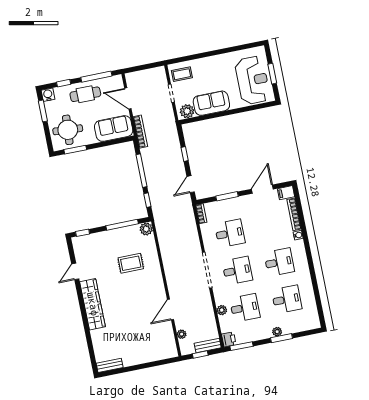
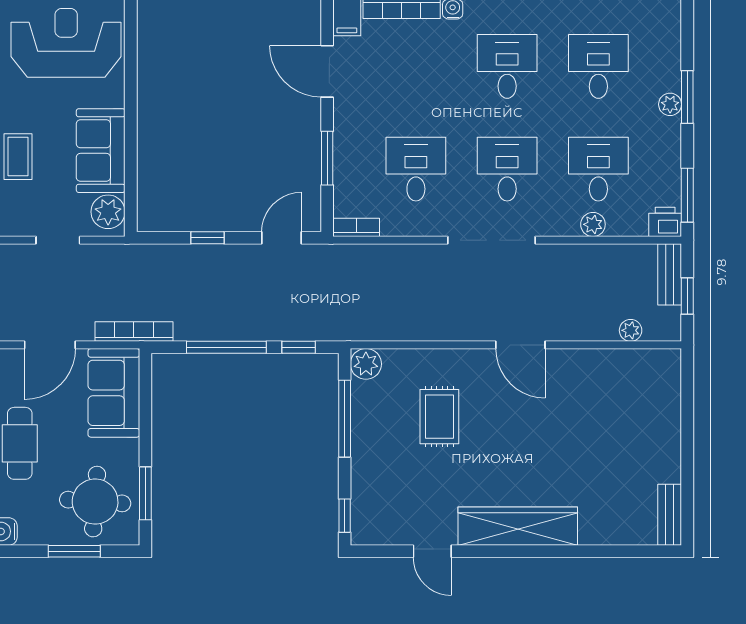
coffee table: (182, 74) -> (18, 157), moved
window: (43, 111) -> (74, 551), moved
door: (191, 184) -> (282, 238), swing flipped
door: (170, 309) -> (520, 345), moved

